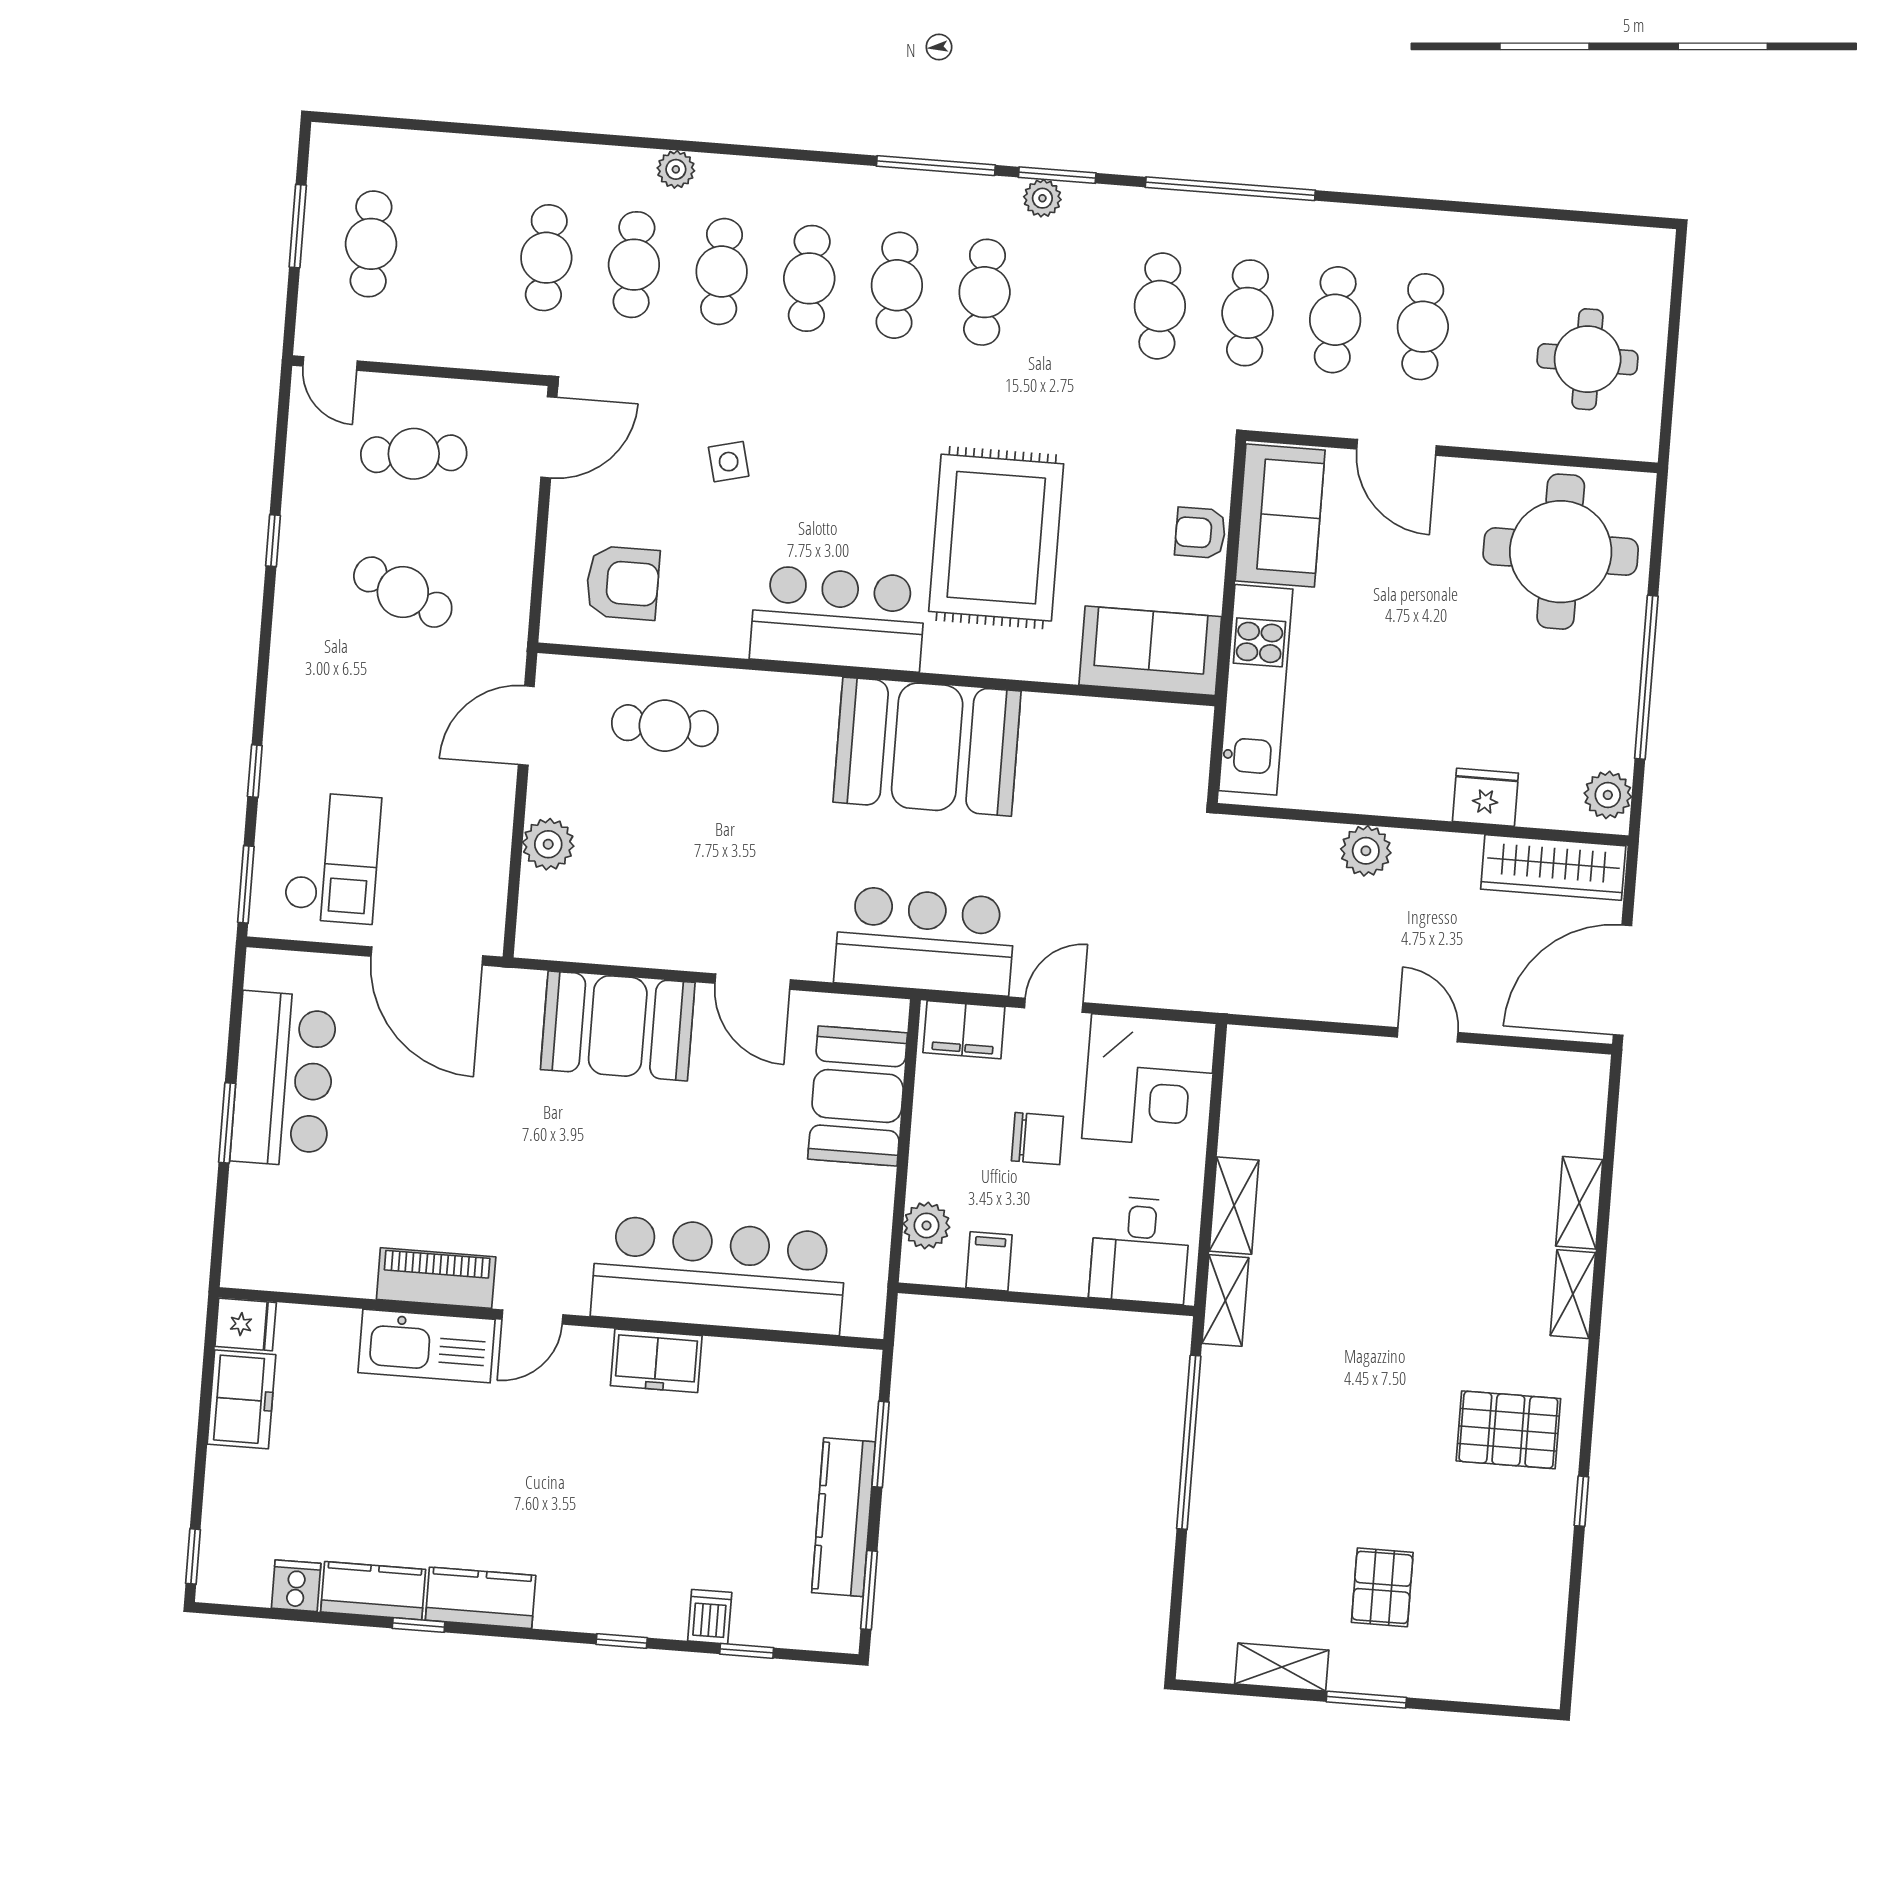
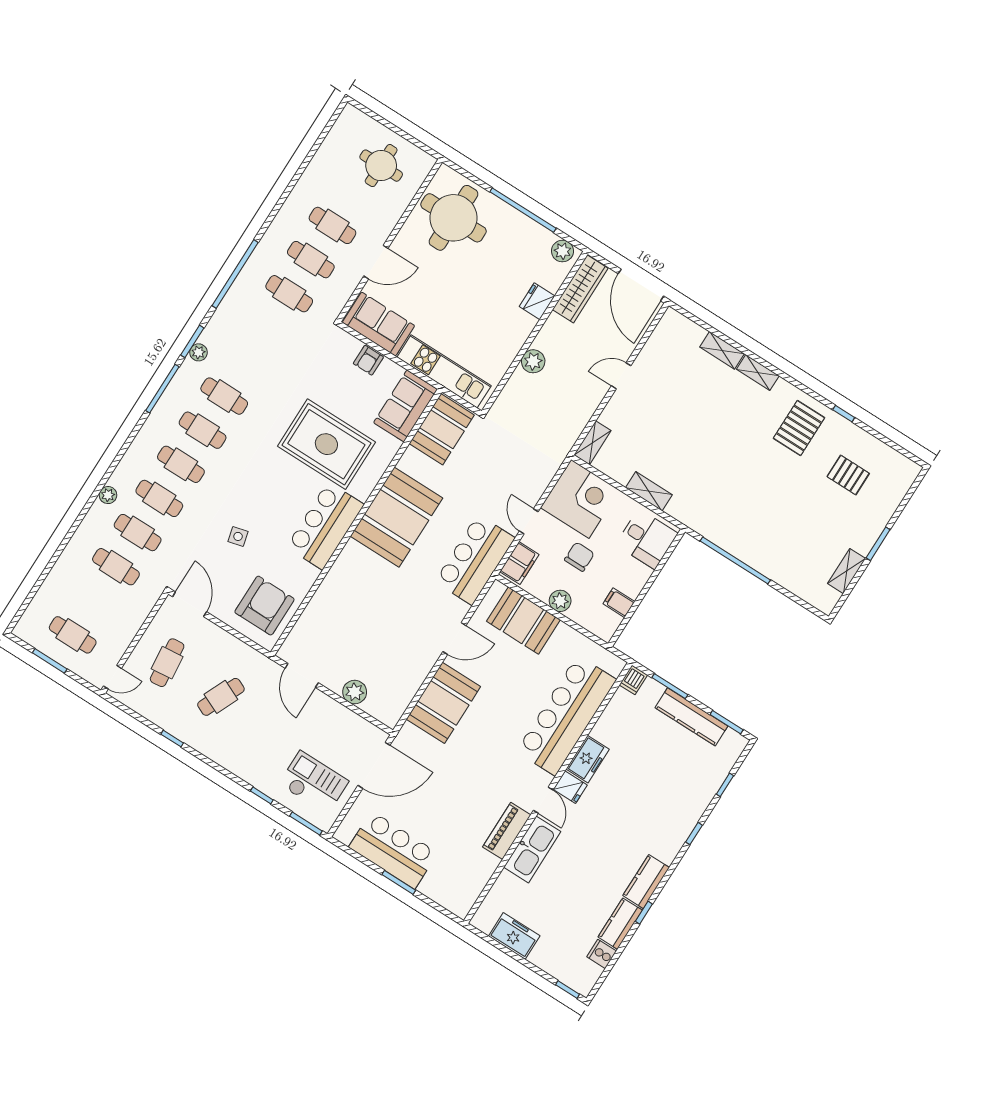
cafe table: (1160, 306) -> (268, 328), removed
armchair: (623, 583) -> (264, 606), width x1.36, depth x1.36
cafe table: (665, 726) -> (332, 619), removed
booth: (1142, 744) -> (442, 429), added
plant: (927, 1225) -> (560, 601), moved
shelving: (1225, 1301) -> (592, 443), moved, turned 90
fridge: (246, 1324) -> (570, 787), moved, turned 90
pallet: (1382, 1587) -> (848, 475), moved
dishwasher: (710, 1617) -> (633, 680), moved, turned -90

